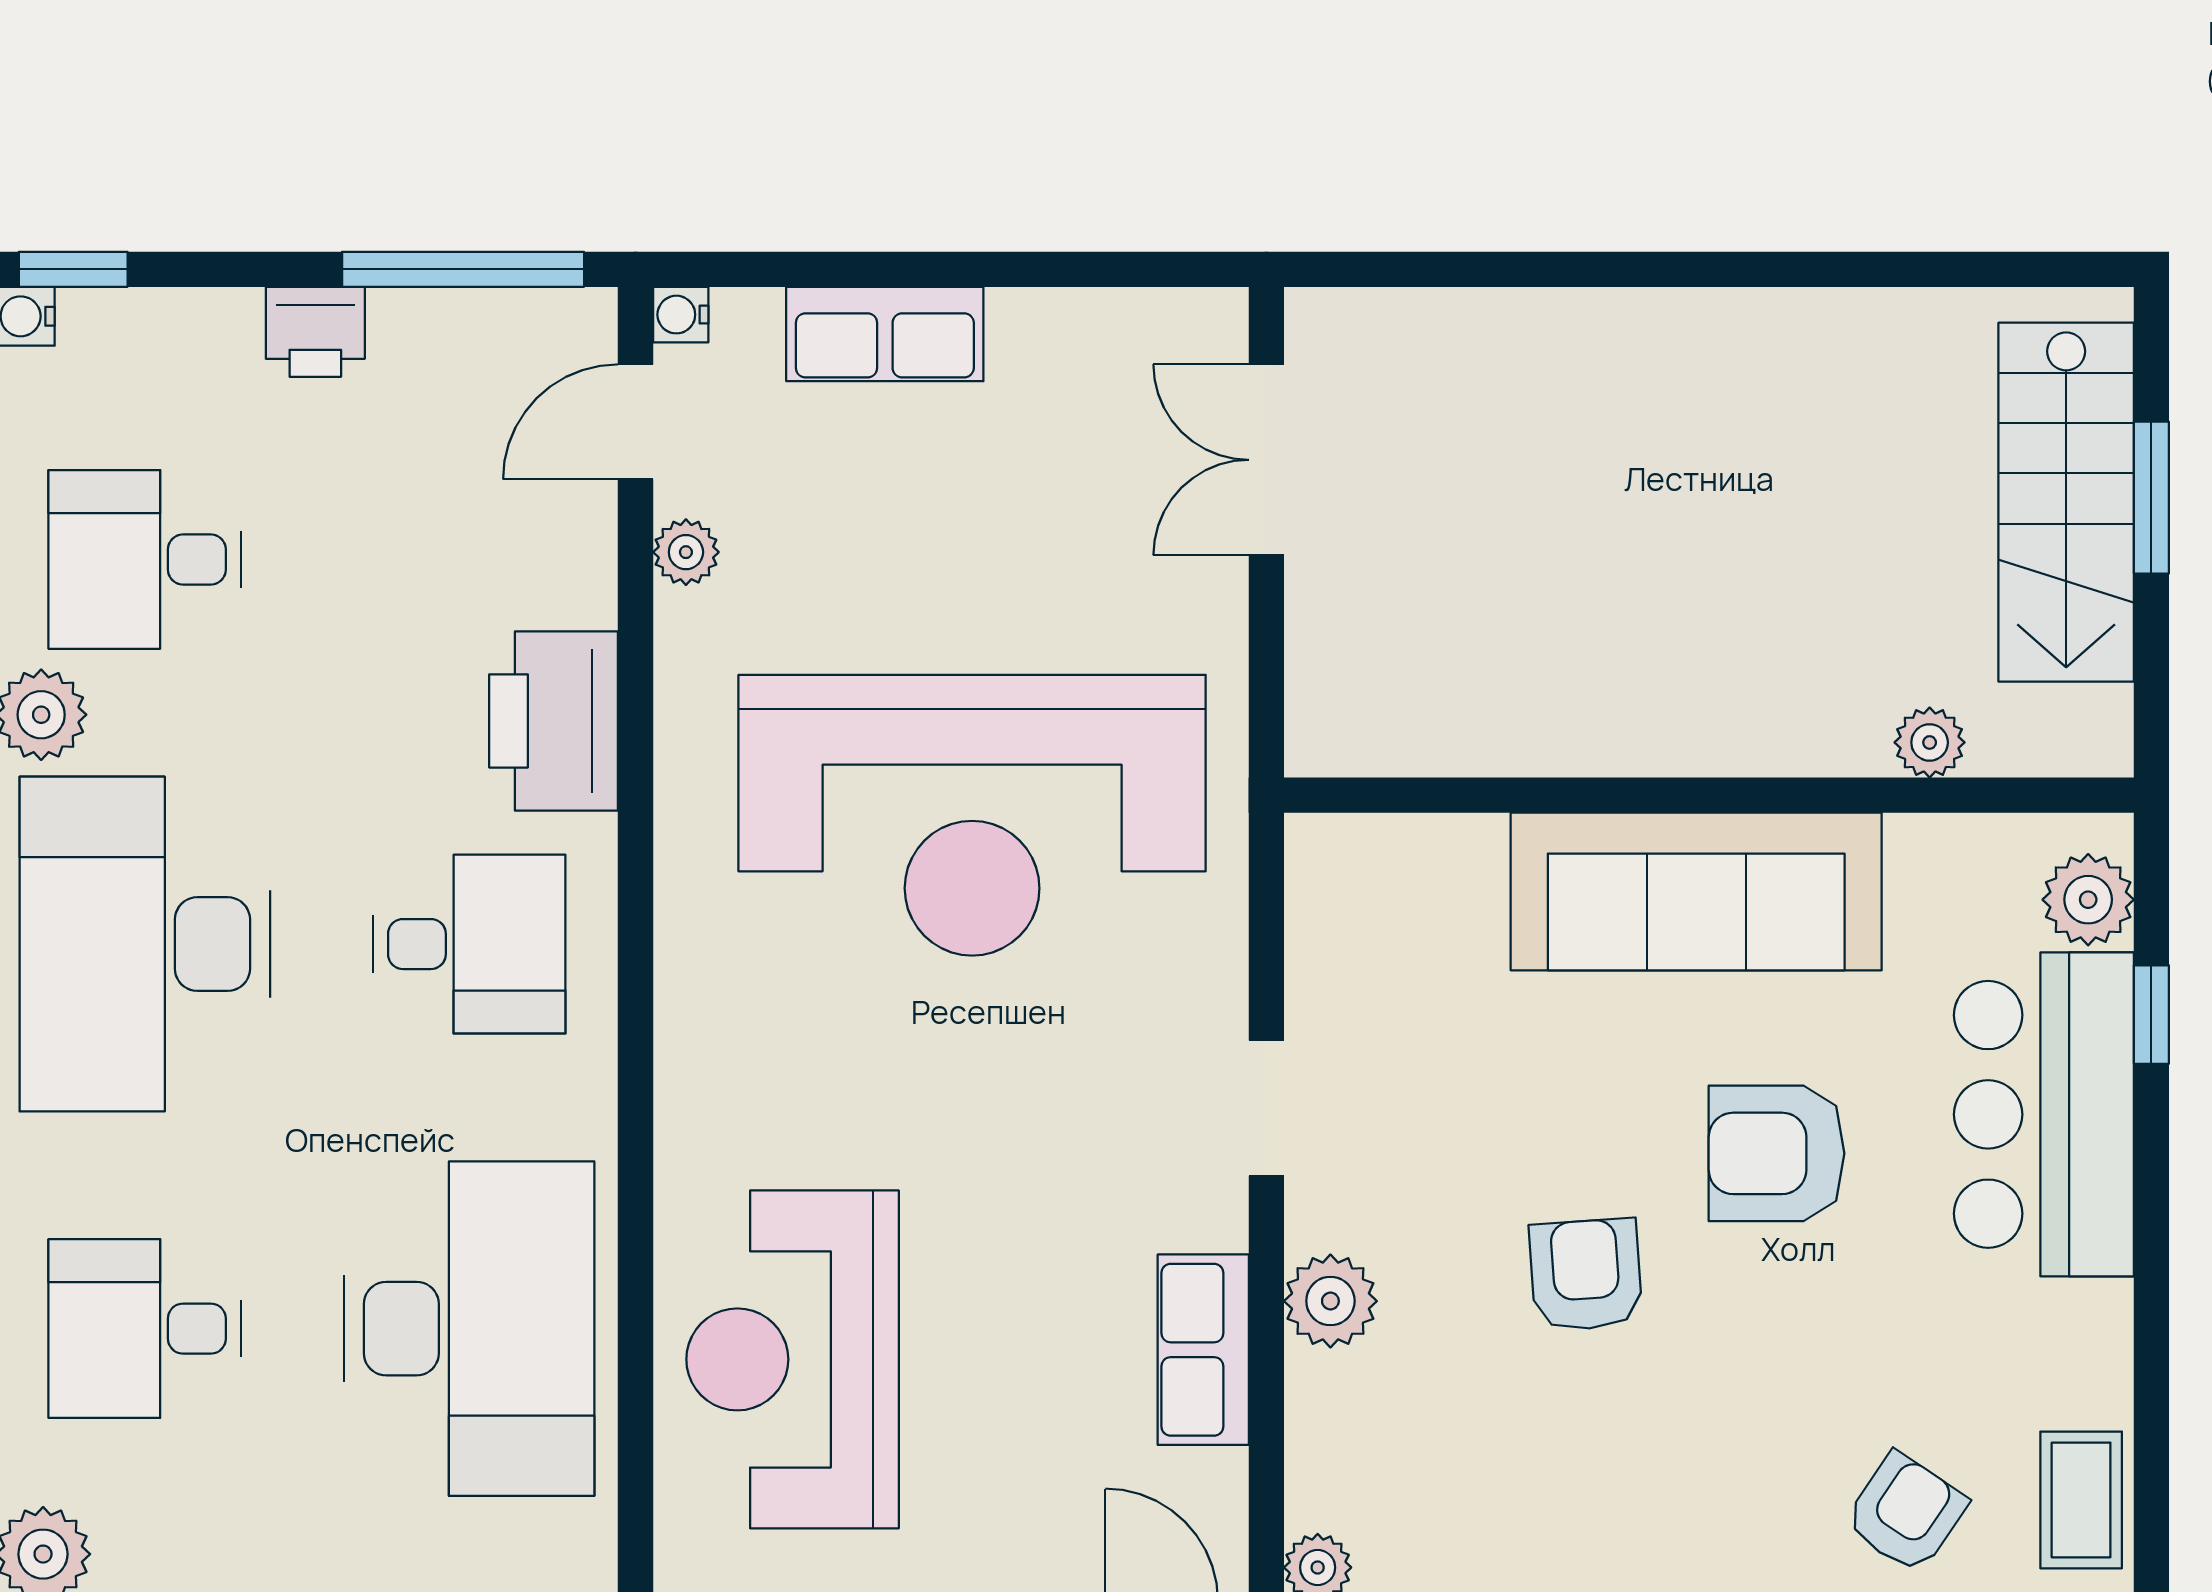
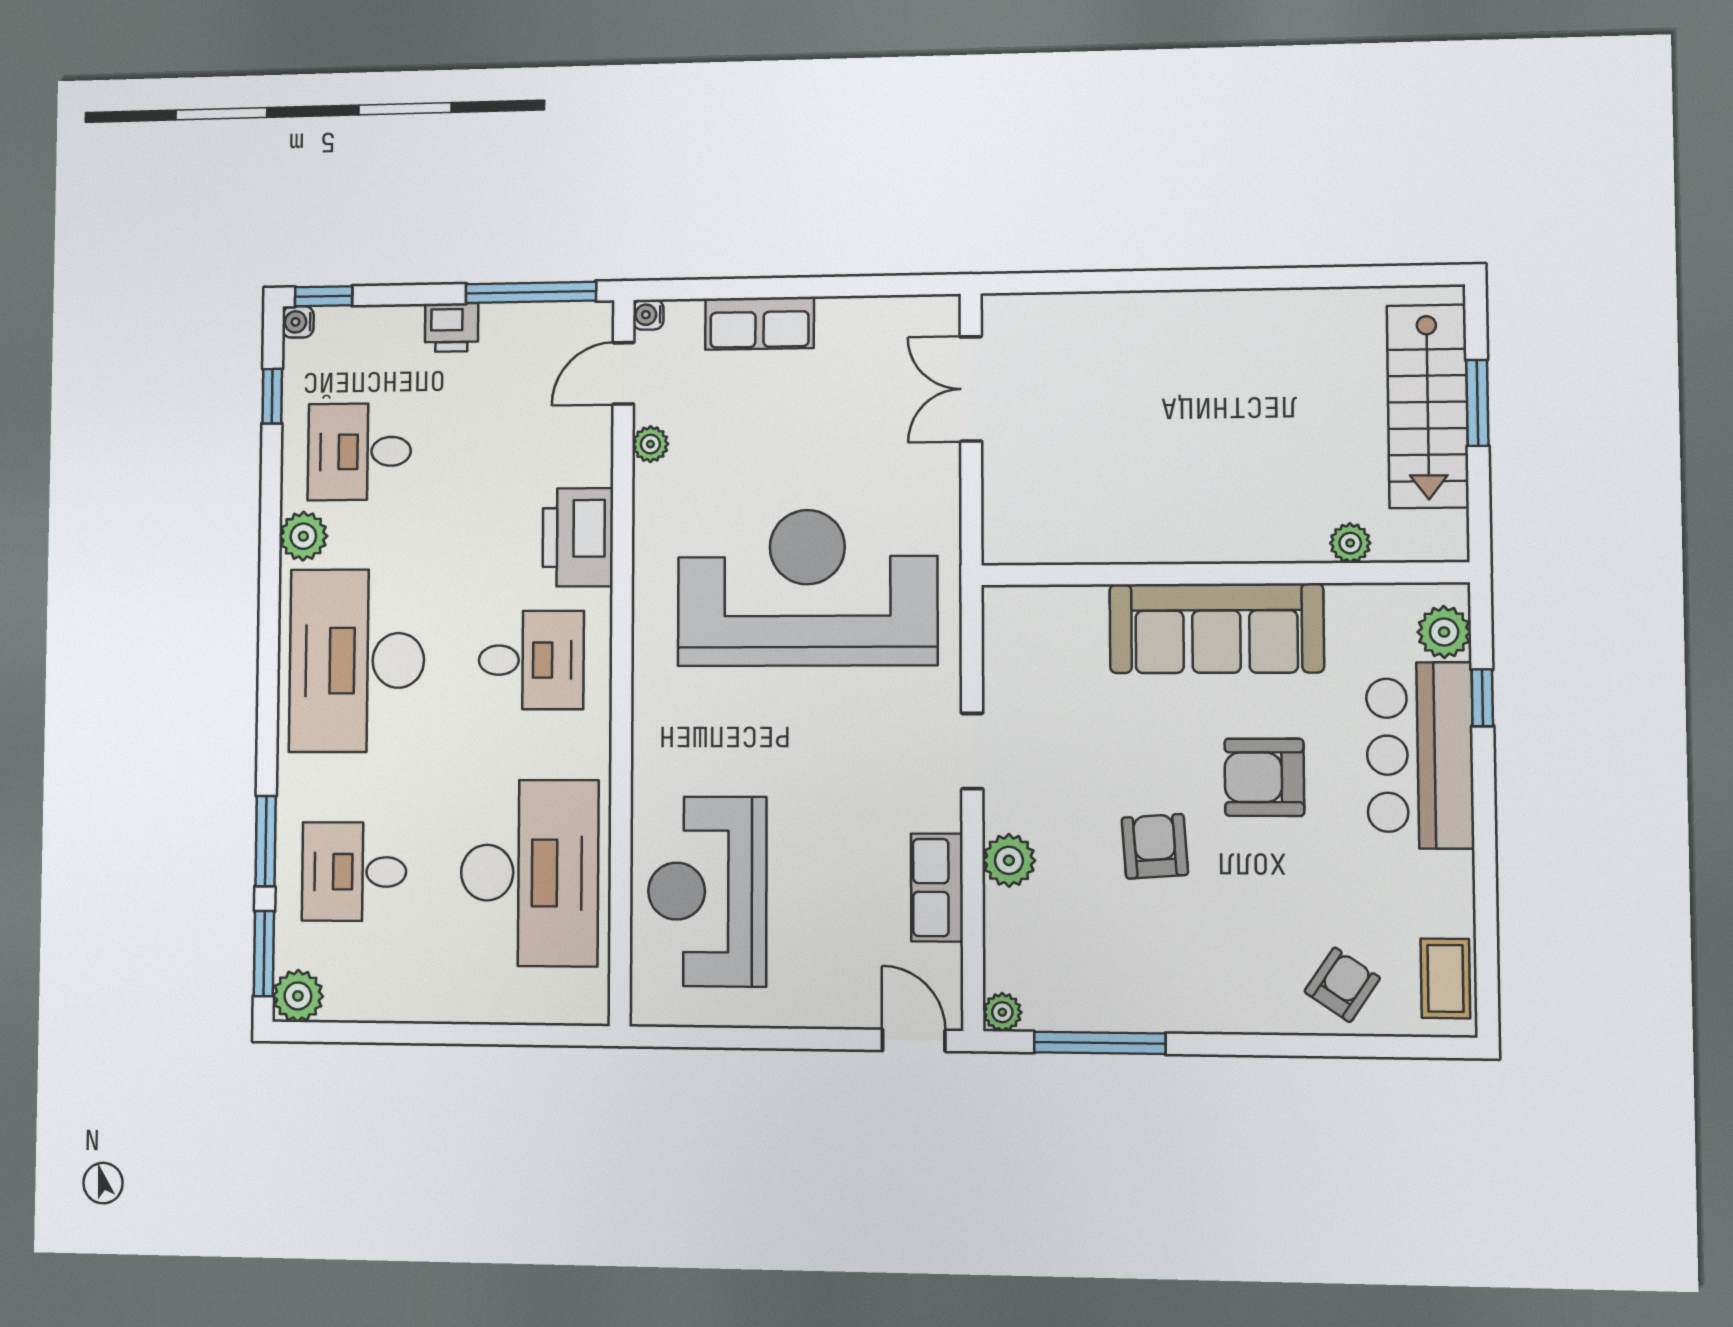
reception desk: (972, 815) -> (807, 588), turned 180

